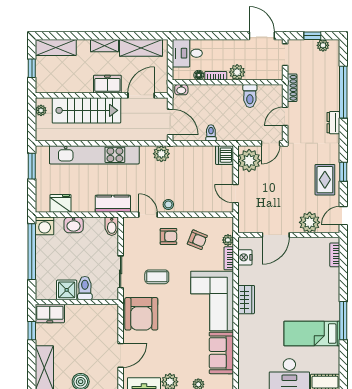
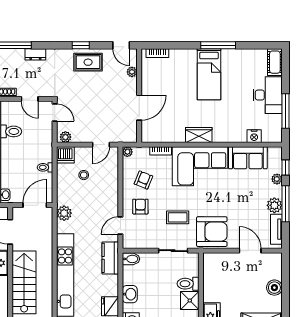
plant: (249, 161) -> (65, 137), width x0.53, depth x0.53
stool: (168, 204) -> (84, 175), moved
plant: (310, 222) -> (132, 72), width x0.53, depth x0.53
door: (276, 235) -> (139, 108), hinge flipped
plant: (228, 240) -> (127, 152), moved
nightstand: (245, 257) -> (254, 136), moved
coffee table: (157, 277) -> (178, 217), turned 90
bed: (312, 334) -> (209, 74), moved

